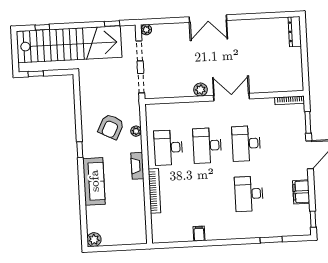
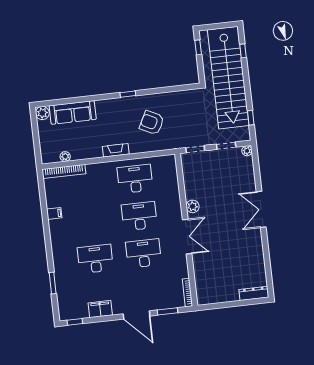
plant: (136, 131) -> (65, 156), moved
sofa: (94, 181) -> (73, 112), moved
bookcase: (154, 191) -> (64, 171), moved

